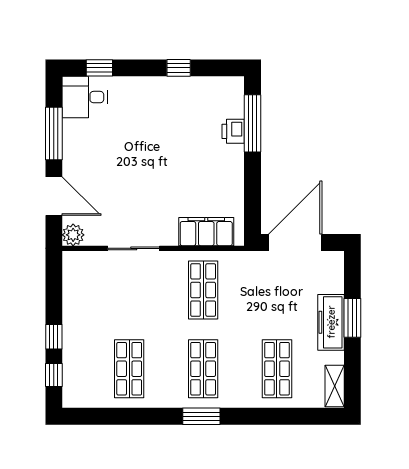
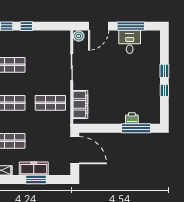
window: (99, 68) -> (164, 71), moved
desk: (85, 97) -> (130, 42), moved

